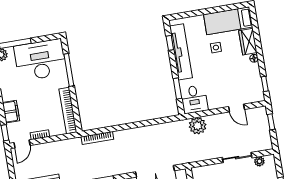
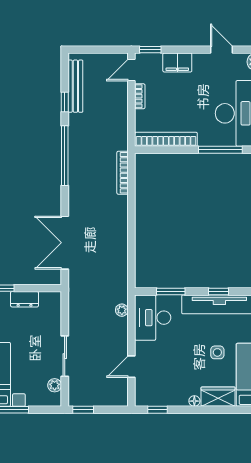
window: (170, 43) -> (219, 291), moved
desk: (194, 99) -> (153, 318), width x1.37
window: (271, 122) -> (83, 410), moved
plant: (198, 126) -> (122, 310), width x0.53, depth x0.53
door: (22, 144) -> (131, 70), hinge flipped

